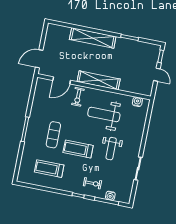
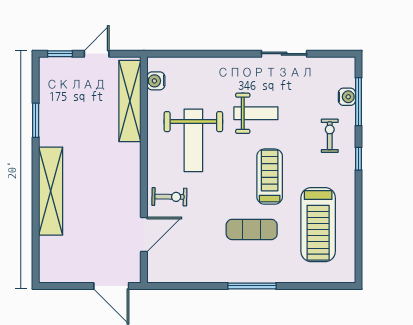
door: (62, 80) -> (144, 234), hinge flipped
shelving: (99, 80) -> (130, 101), moved
treadmill: (78, 149) -> (270, 177), turned 180
treadmill: (49, 169) -> (318, 225), width x1.37, depth x1.38

